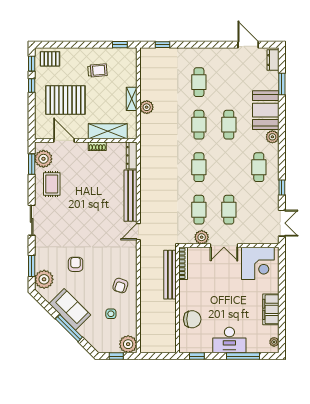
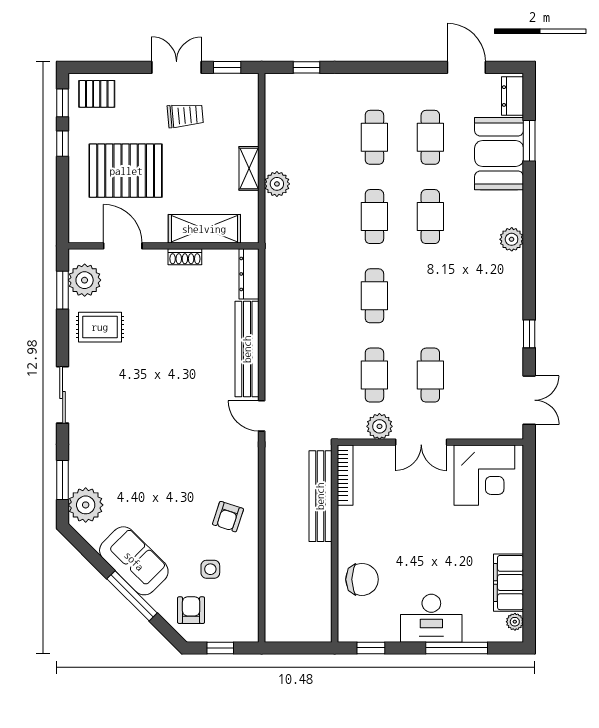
double door: (93, 45) -> (177, 67), added
booth: (266, 110) -> (499, 154), moved
cafe table: (259, 167) -> (430, 137), moved
rug: (52, 184) -> (100, 327), turned 90
door: (138, 232) -> (262, 416), hinge flipped
armchair: (76, 264) -> (191, 610), moved
filing cabinet: (271, 309) -> (508, 583), moved
plant: (128, 344) -> (242, 626), removed

